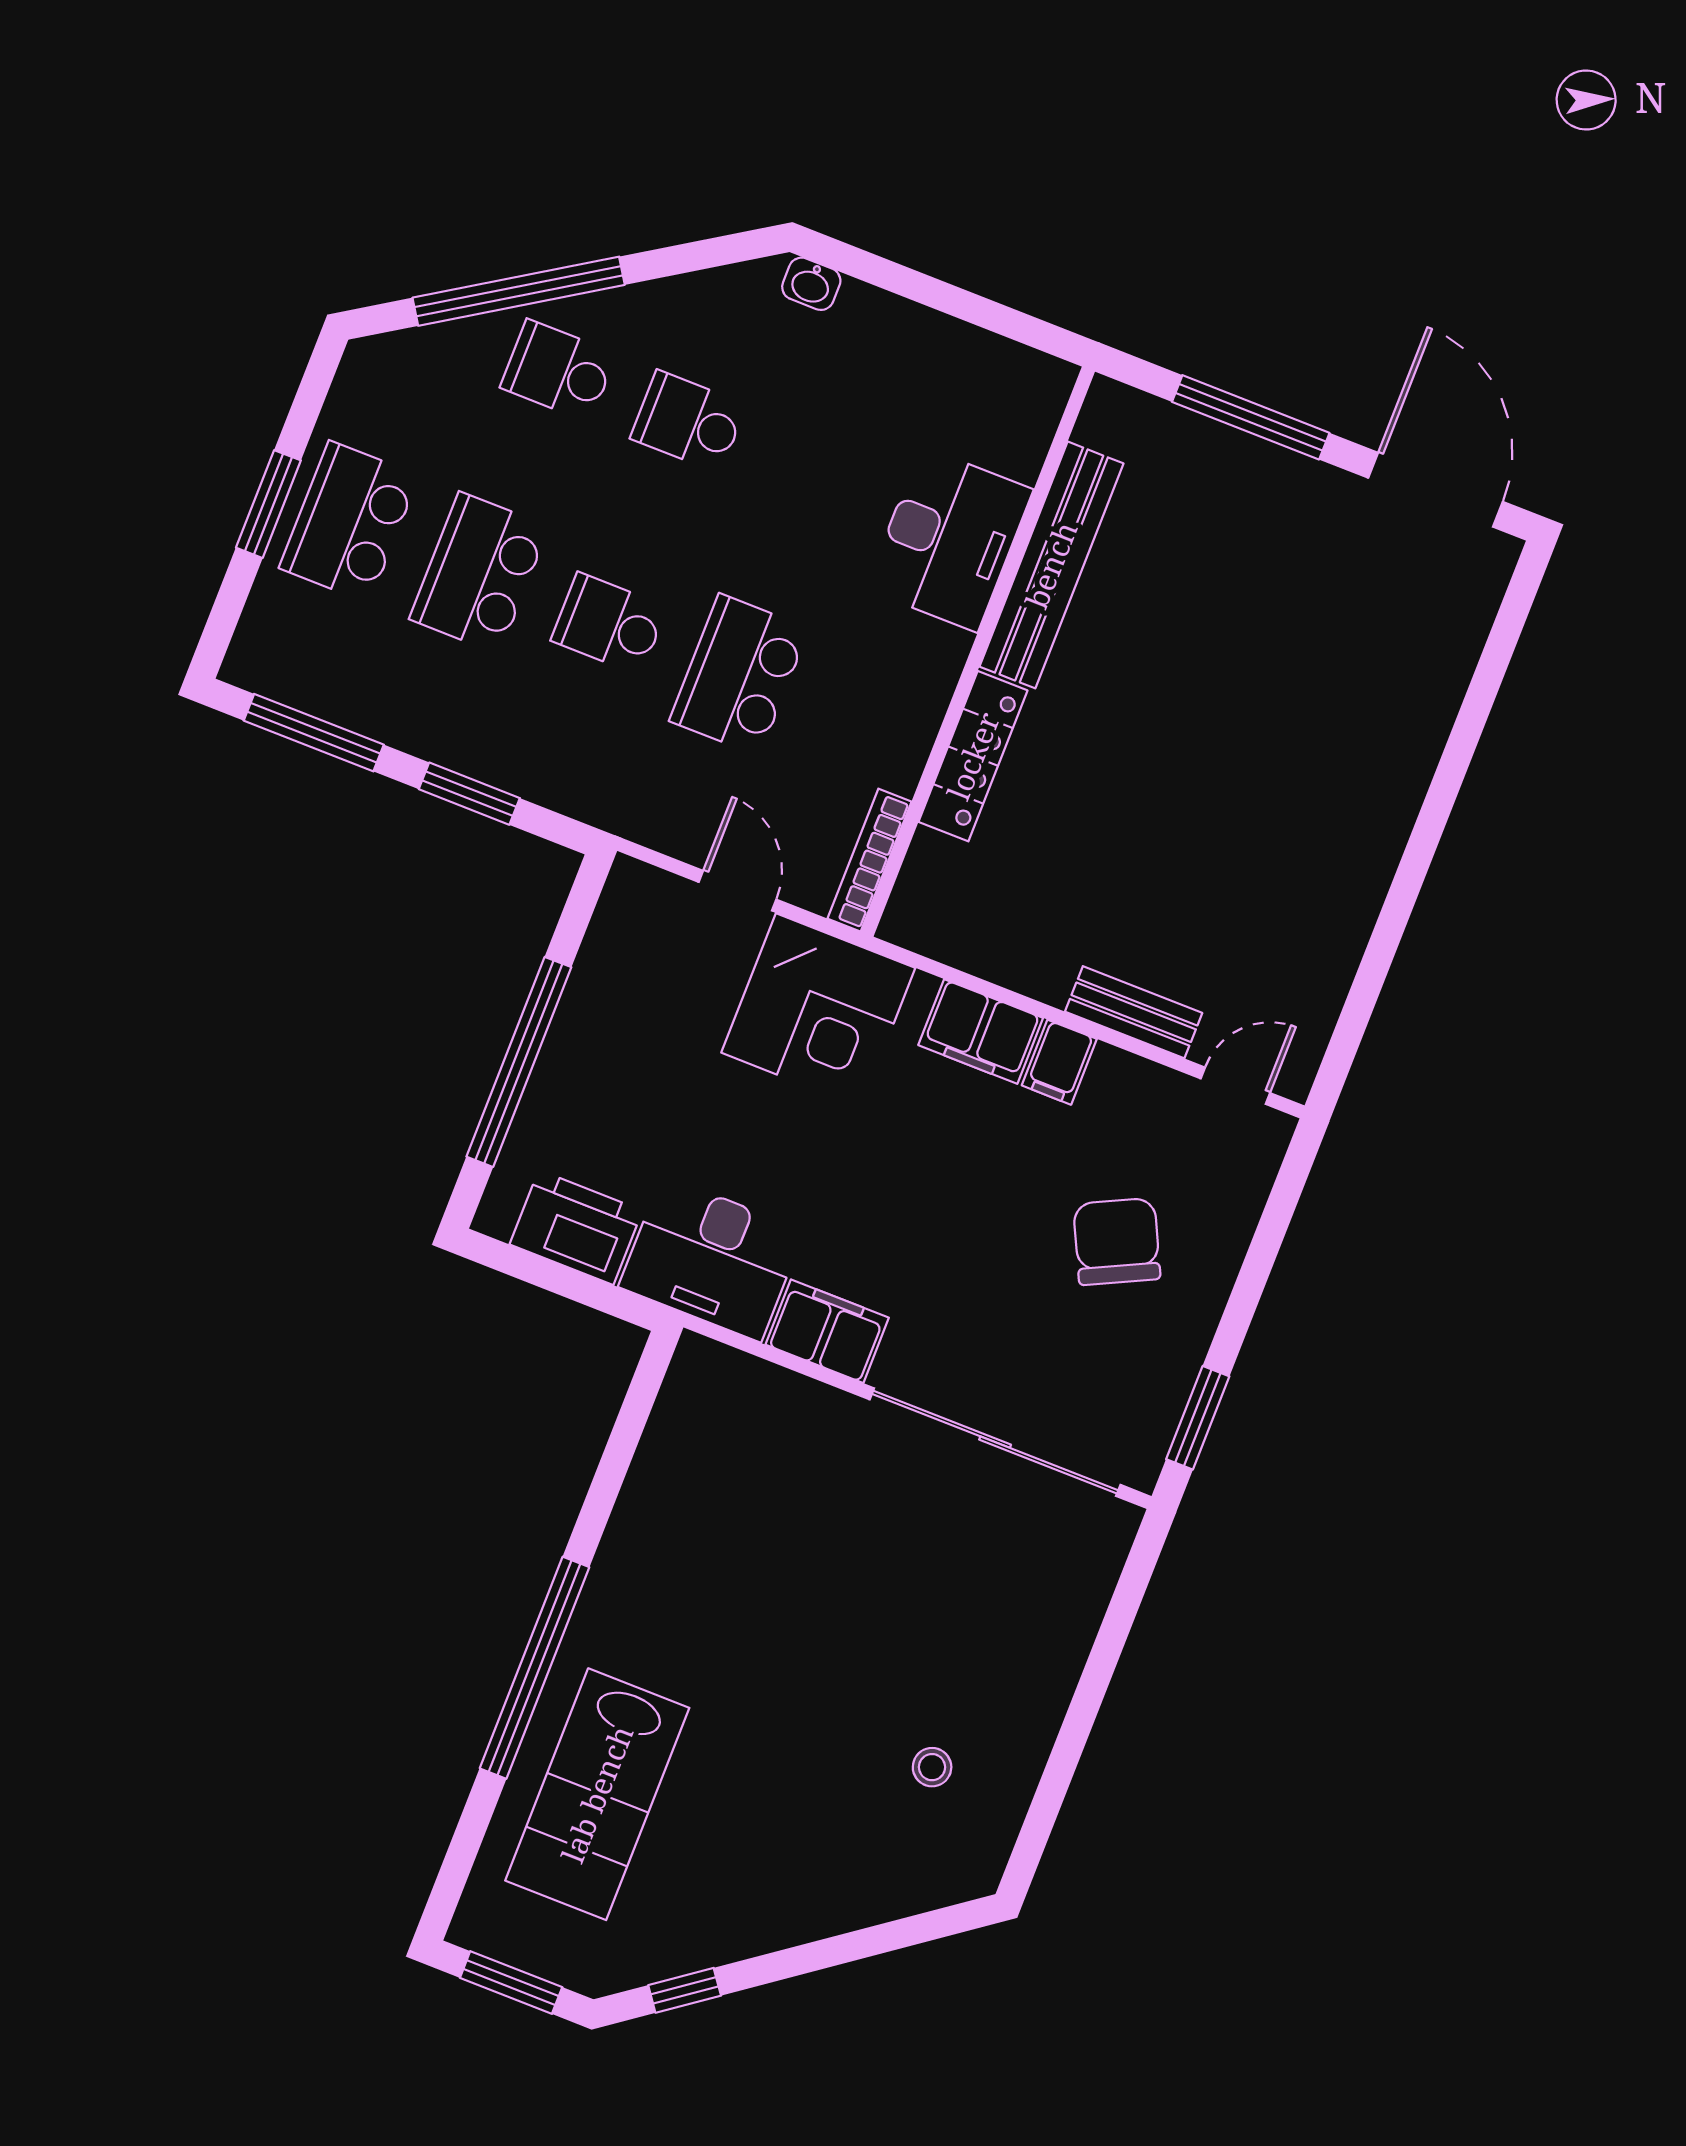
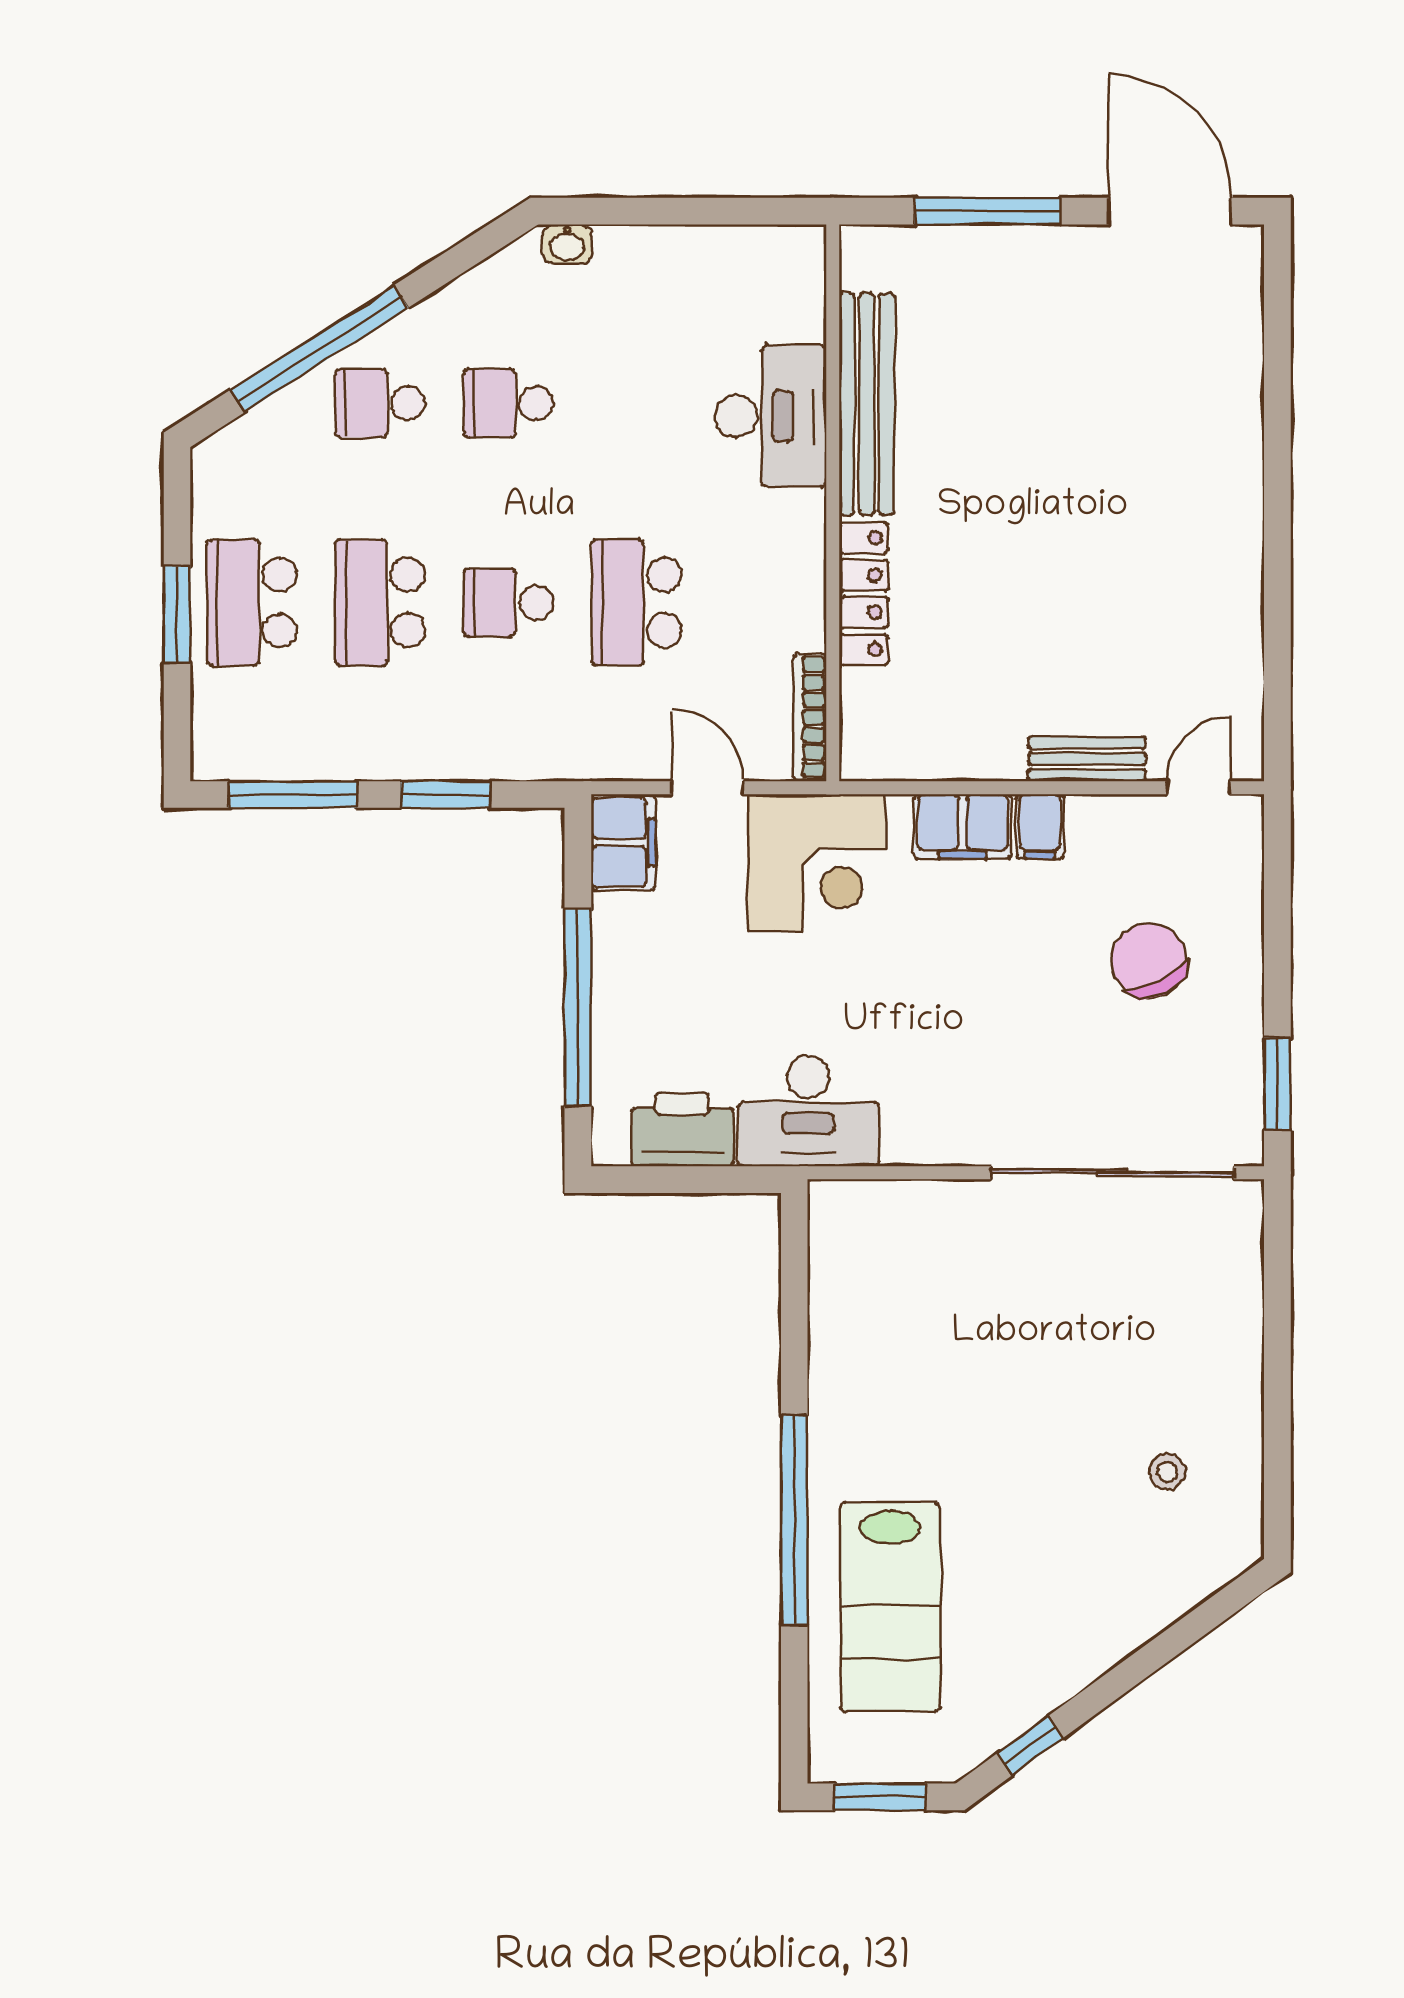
filing cabinet: (827, 1331) -> (623, 842), moved, turned 90

